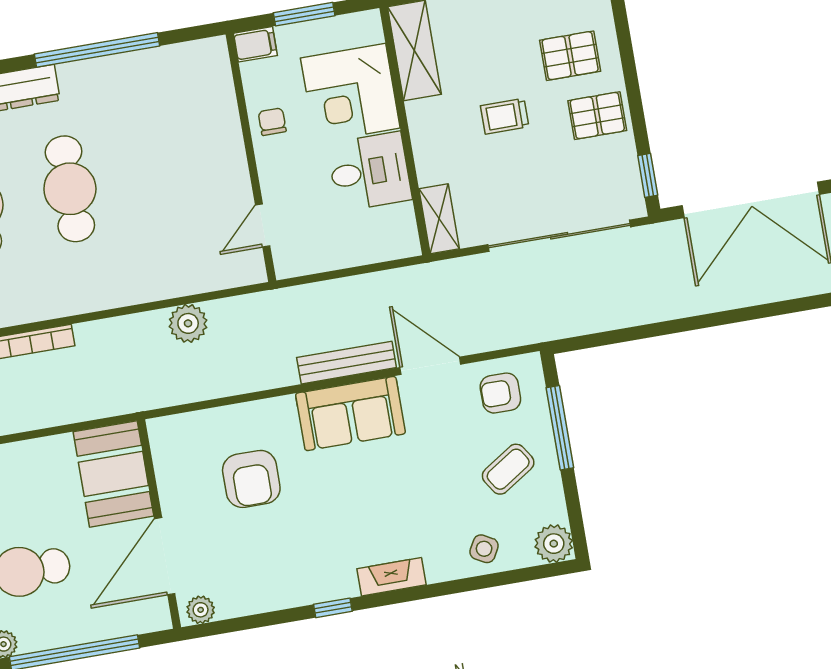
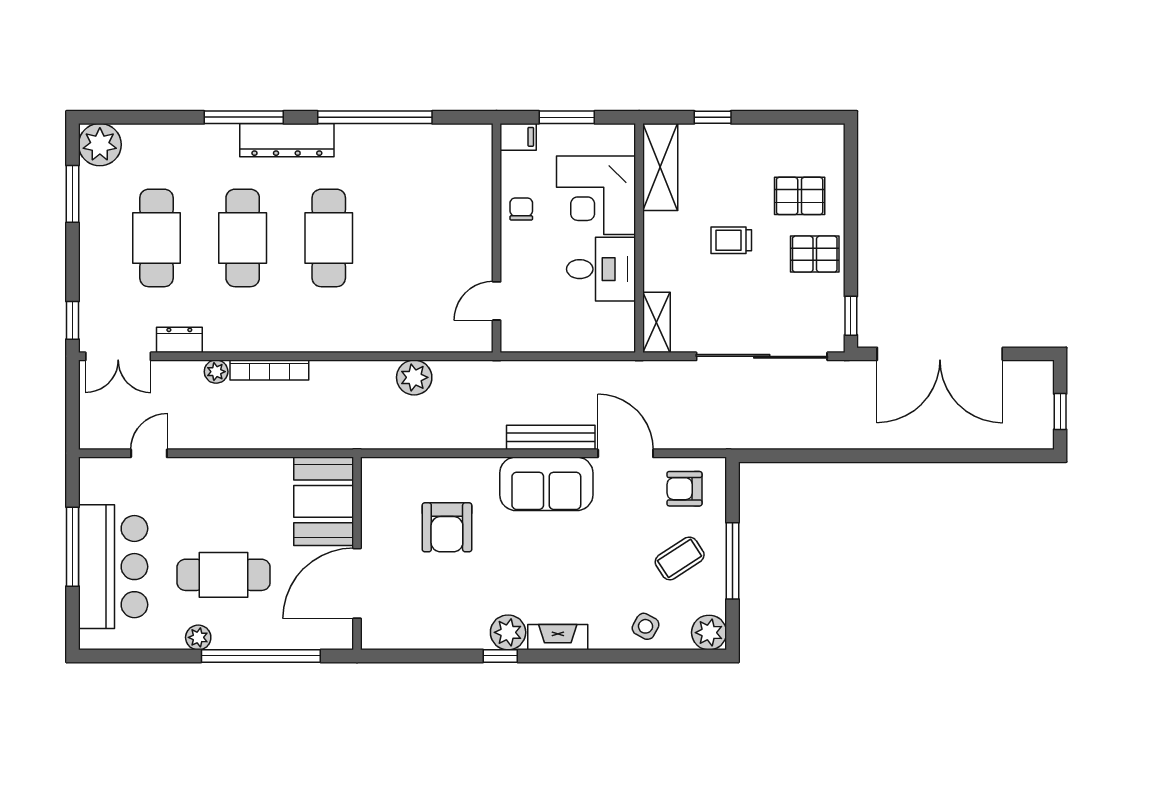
window: (560, 428) -> (733, 561), moved
plant: (201, 610) -> (508, 632), moved, width x1.38, depth x1.38

